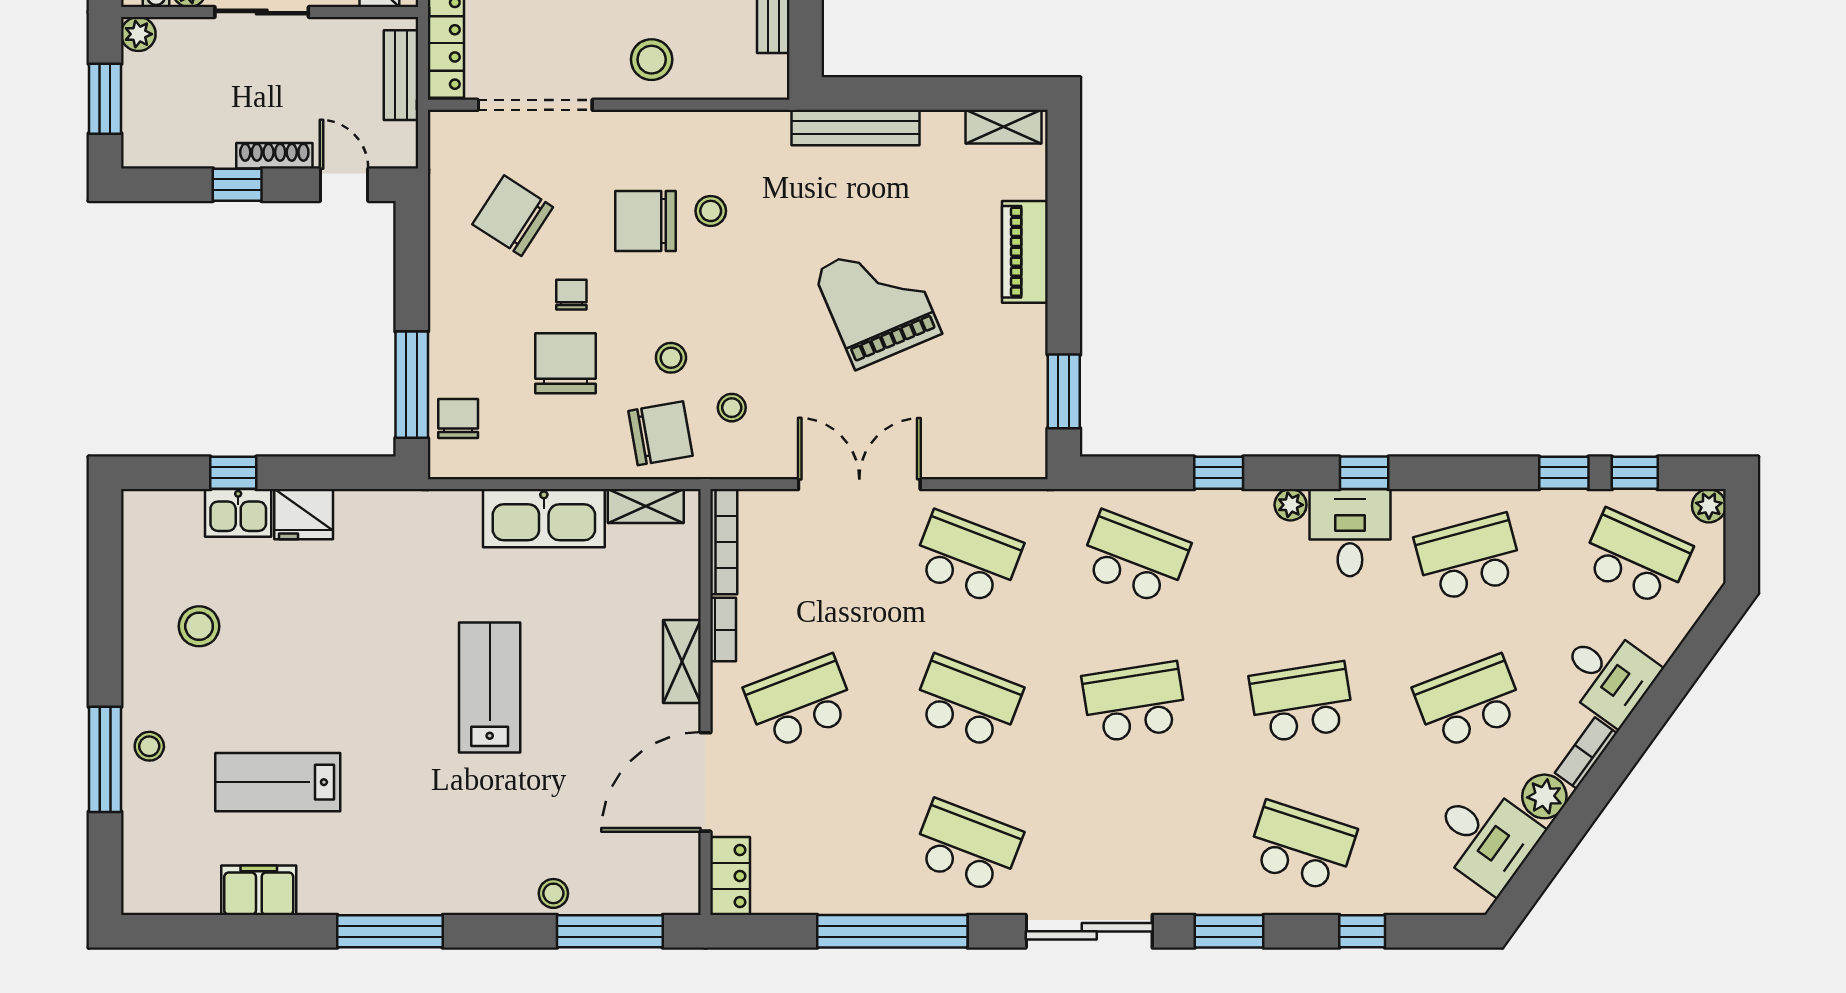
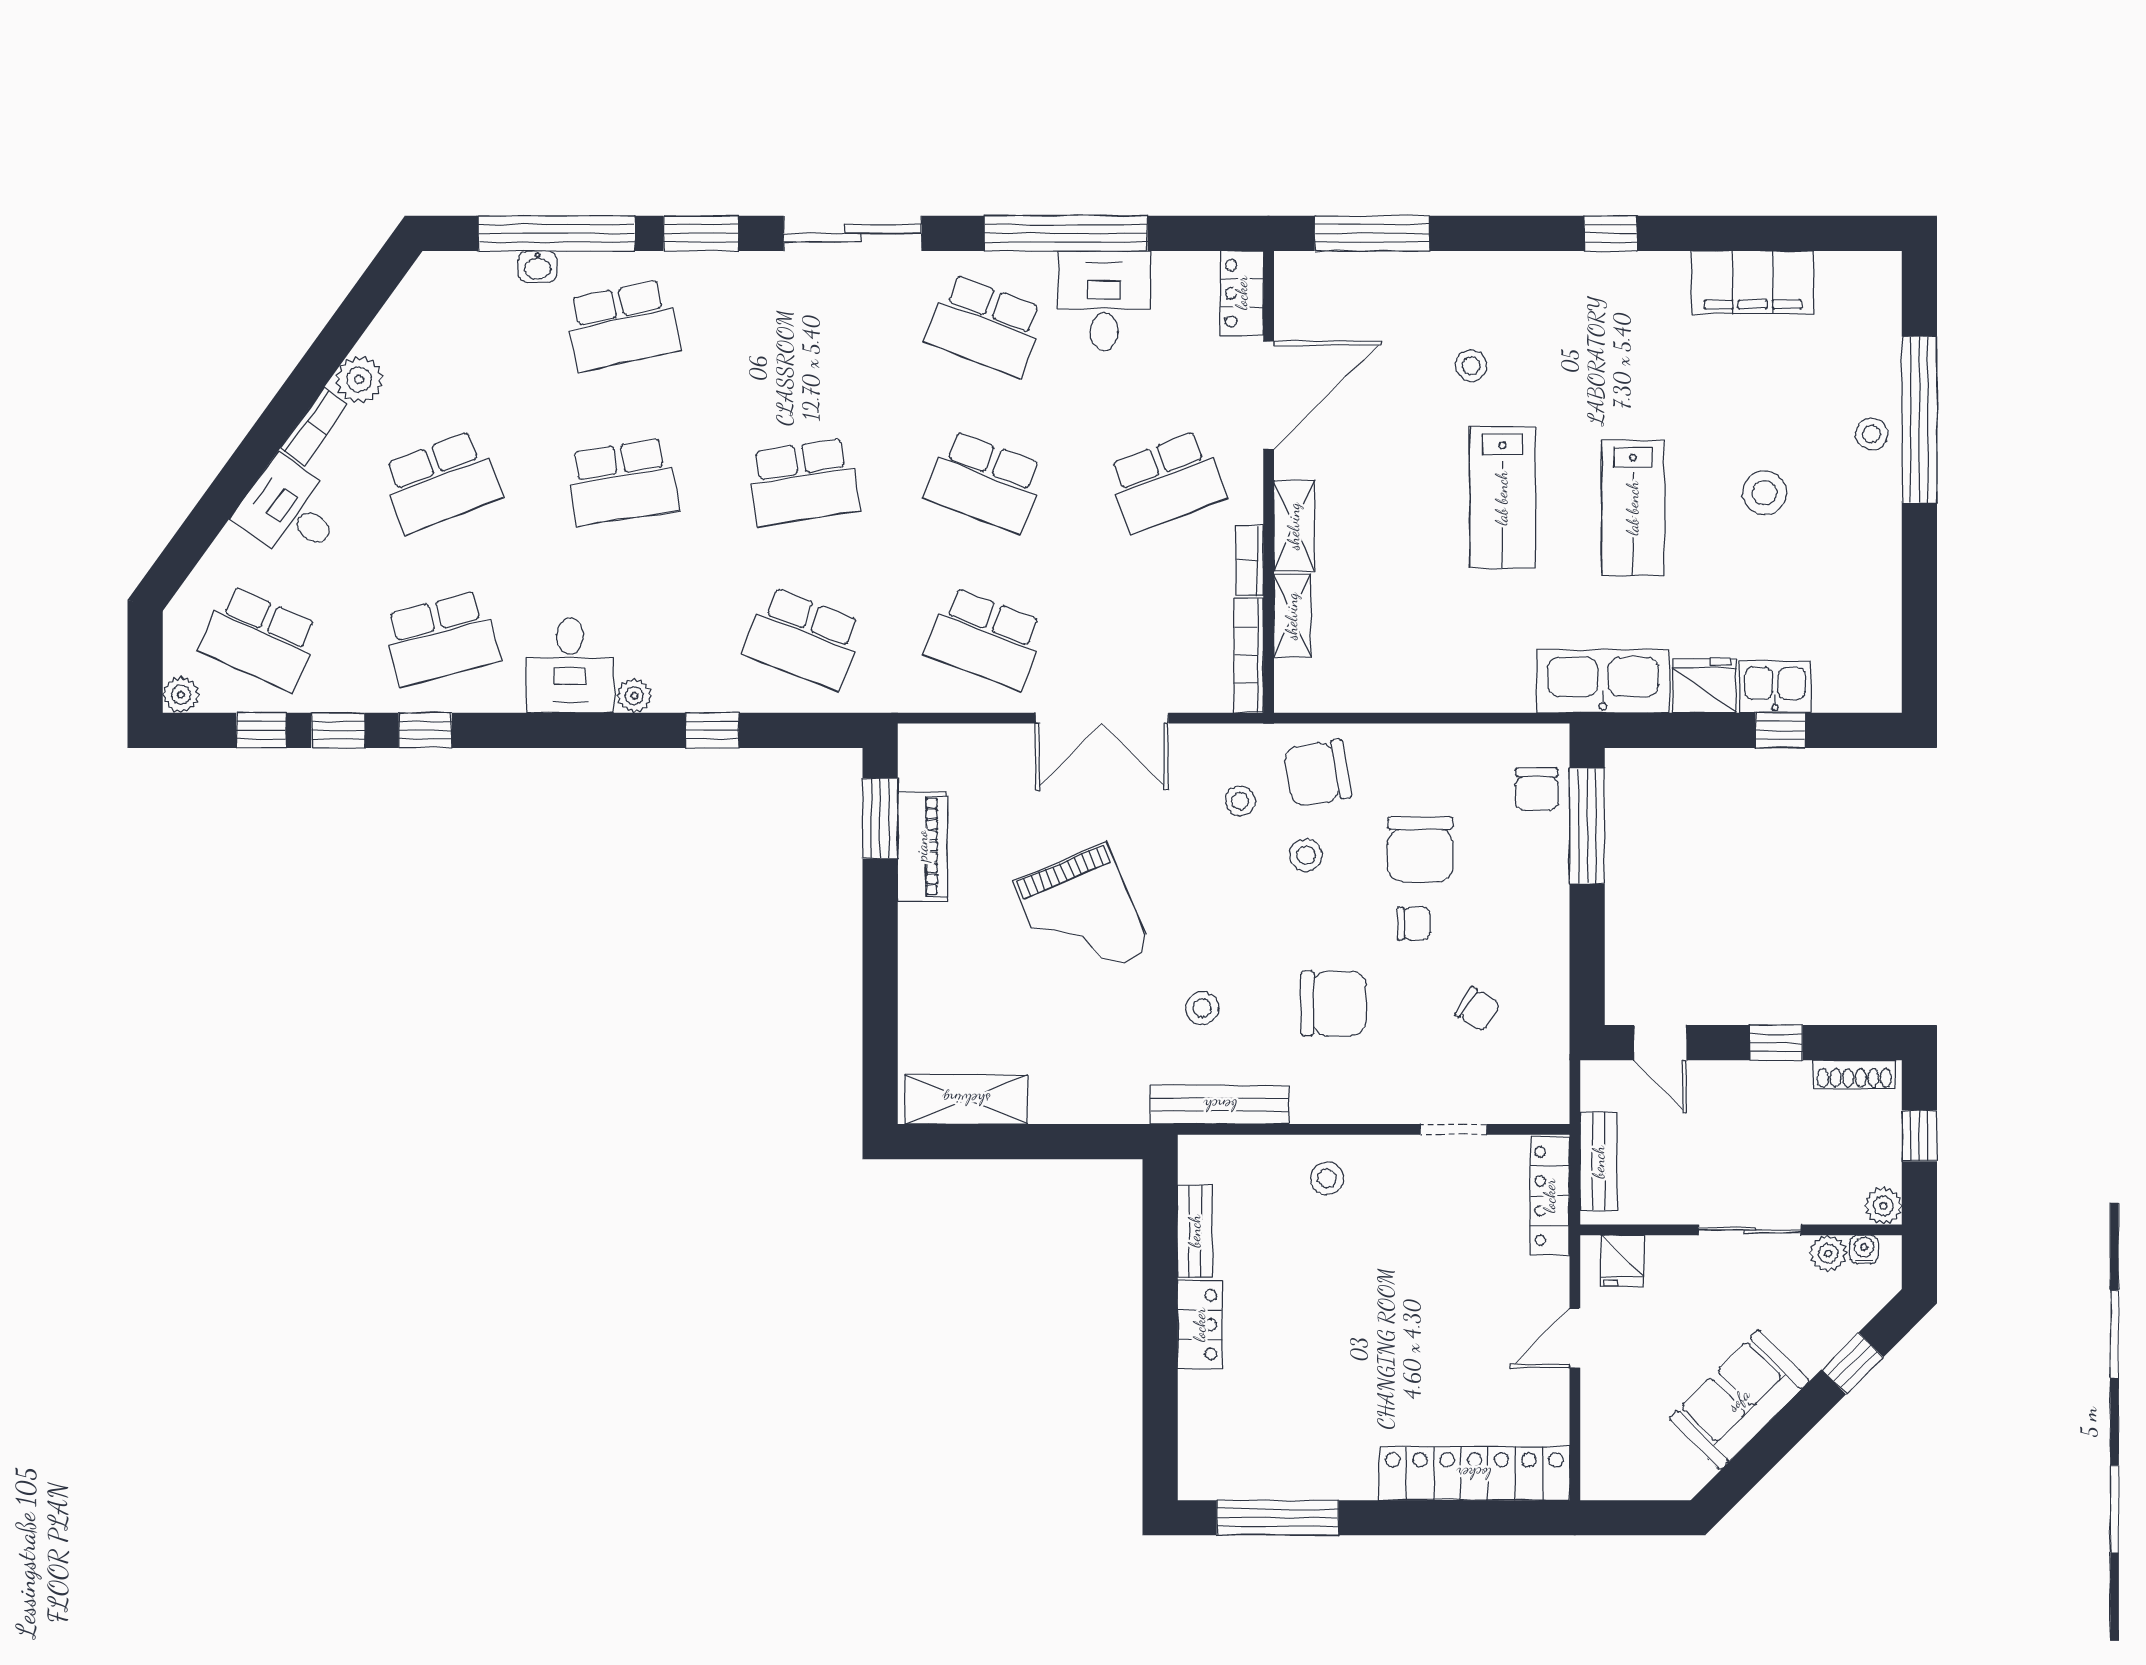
stool: (652, 60) -> (1327, 1178), width x0.73, depth x0.73
window: (105, 99) -> (1919, 1136), width x0.67
doorway: (535, 105) -> (1453, 1129), width x0.53
shelving: (1003, 127) -> (966, 1099), width x1.50, depth x1.33
bench: (856, 128) -> (1220, 1105), moved
shoe rack: (274, 156) -> (1854, 1074), moved
stool: (711, 211) -> (1202, 1008), moved
chair: (513, 216) -> (1478, 1009), width x0.54, depth x0.54
piano: (1025, 252) -> (922, 846), moved
chair: (571, 295) -> (1414, 924), turned -90
window: (1364, 473) -> (425, 730), moved
shelving: (646, 506) -> (1292, 616), moved, turned 90
kitchen sink: (544, 518) -> (1603, 681), moved
stool: (199, 626) -> (1765, 493), moved
window: (105, 759) -> (1919, 420), width x1.46
lab bench: (278, 782) -> (1633, 508), moved, turned 90
desk: (1485, 837) -> (1104, 301), moved, turned 54
school desk: (1302, 846) -> (622, 325), turned -30
filing cabinet: (259, 890) -> (1753, 282), width x1.50, depth x1.17
stool: (553, 893) -> (1471, 366), moved
washbasin: (1380, 901) -> (538, 267), added
window: (390, 931) -> (1611, 233), width x0.46
window: (1362, 931) -> (557, 233), width x3.17

